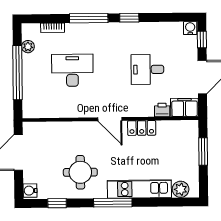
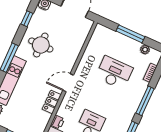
desk: (72, 70) -> (114, 73), turned -90
window: (18, 73) -> (130, 34), width x0.68

